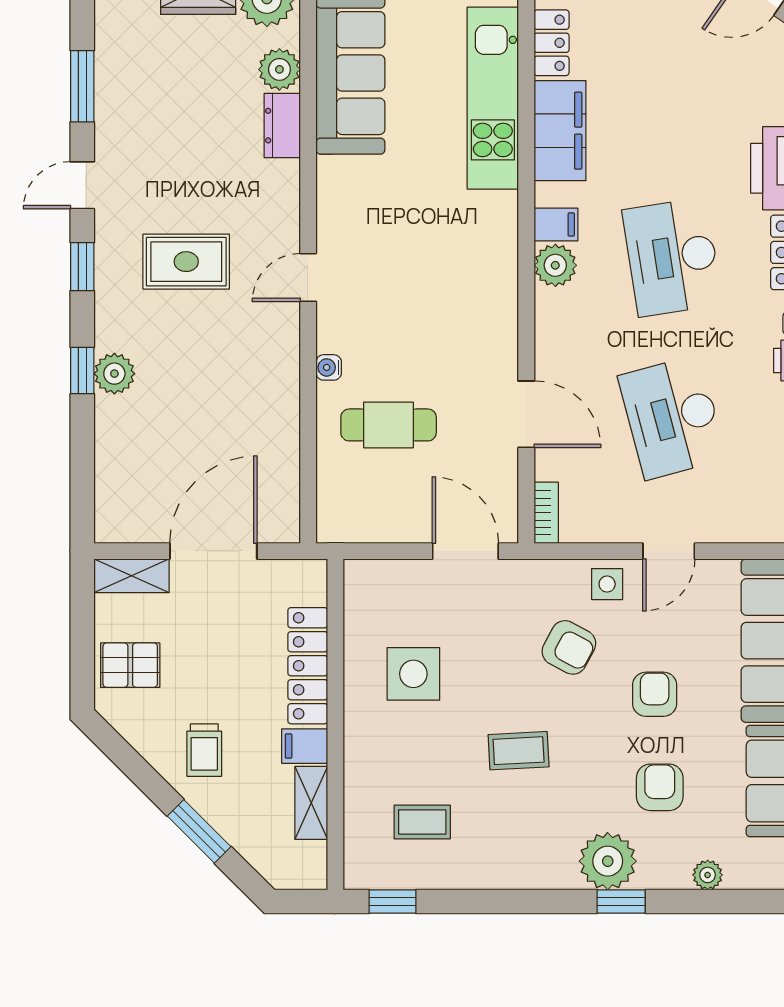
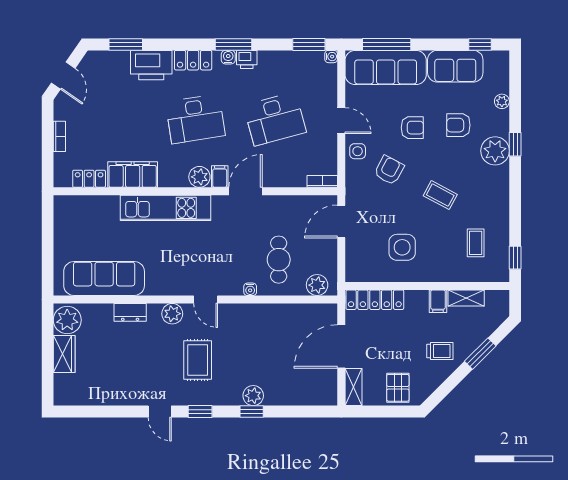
plant: (279, 69) -> (172, 314), moved
window: (82, 86) -> (111, 412), removed
kitchen unit: (493, 98) -> (165, 208), moved
filing cabinet: (556, 225) -> (220, 177), moved
door: (526, 414) -> (245, 191), moved
plant: (337, 502) -> (317, 285), added
door: (213, 551) -> (341, 347), hinge flipped
locker: (308, 666) -> (375, 300), moved
armchair: (655, 694) -> (412, 128), turned 180
coffee table: (519, 751) -> (440, 195), turned -59

